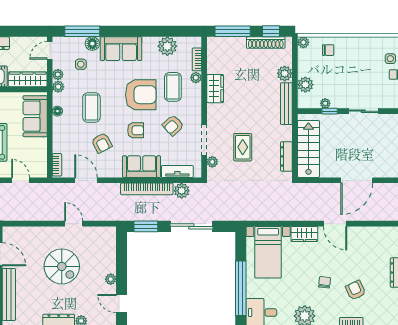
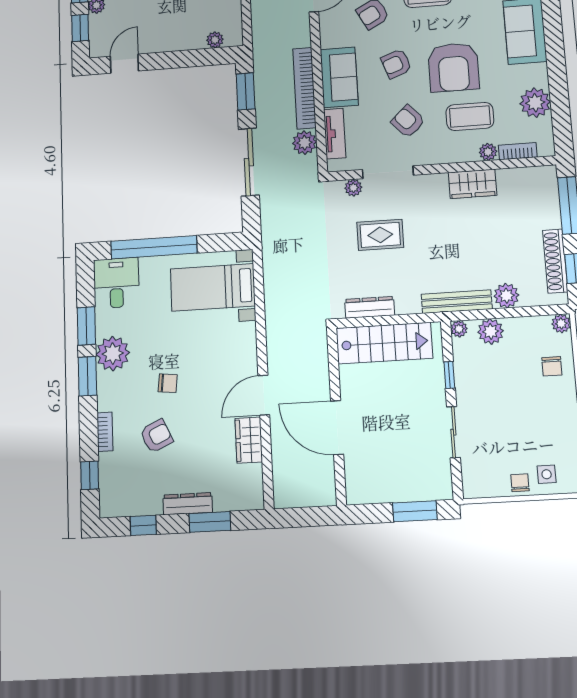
plant: (325, 103) -> (459, 329), moved
armchair: (136, 130) -> (396, 64), turned 70
wardrobe: (304, 234) -> (249, 440), moved
plant: (111, 279) -> (215, 40), moved

